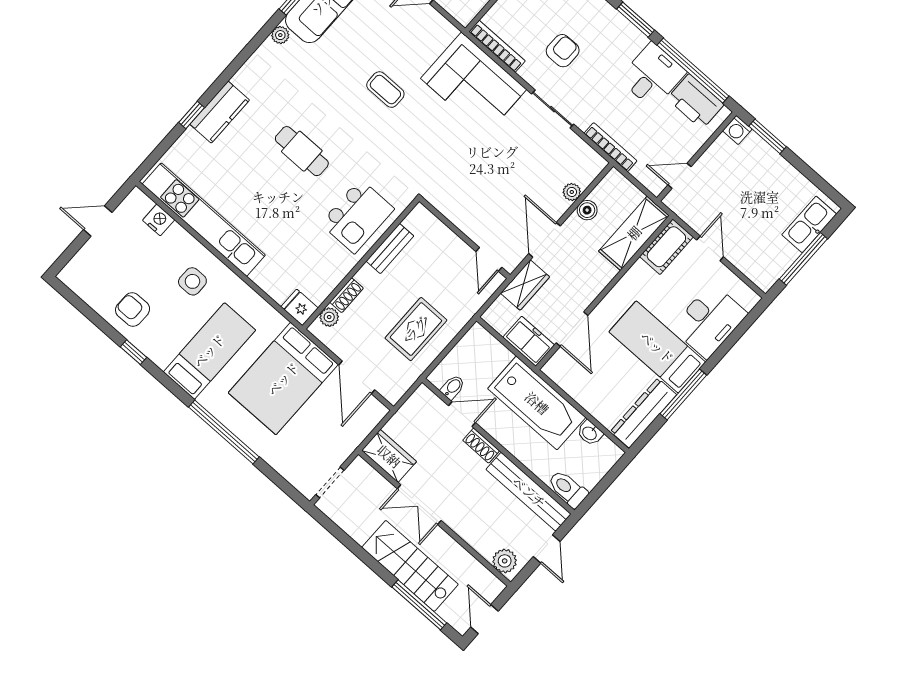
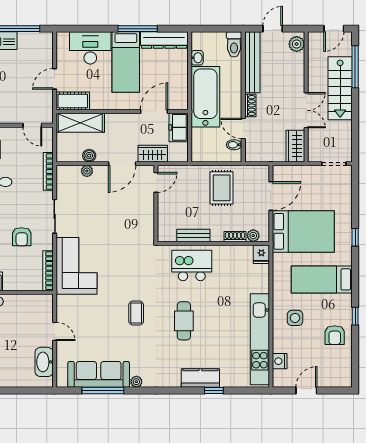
armchair: (563, 51) -> (22, 237), turned -90
coffee table: (385, 90) -> (136, 313), moved
door: (98, 221) -> (306, 391), swing flipped
rug: (416, 329) -> (222, 188), turned 90
window: (224, 432) -> (355, 237), width x0.32

